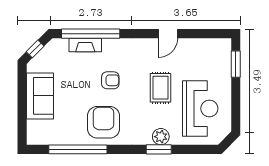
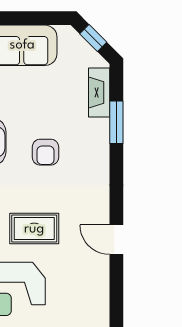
window: (91, 34) -> (116, 122), width x0.47
fireplace: (85, 45) -> (99, 92), moved

